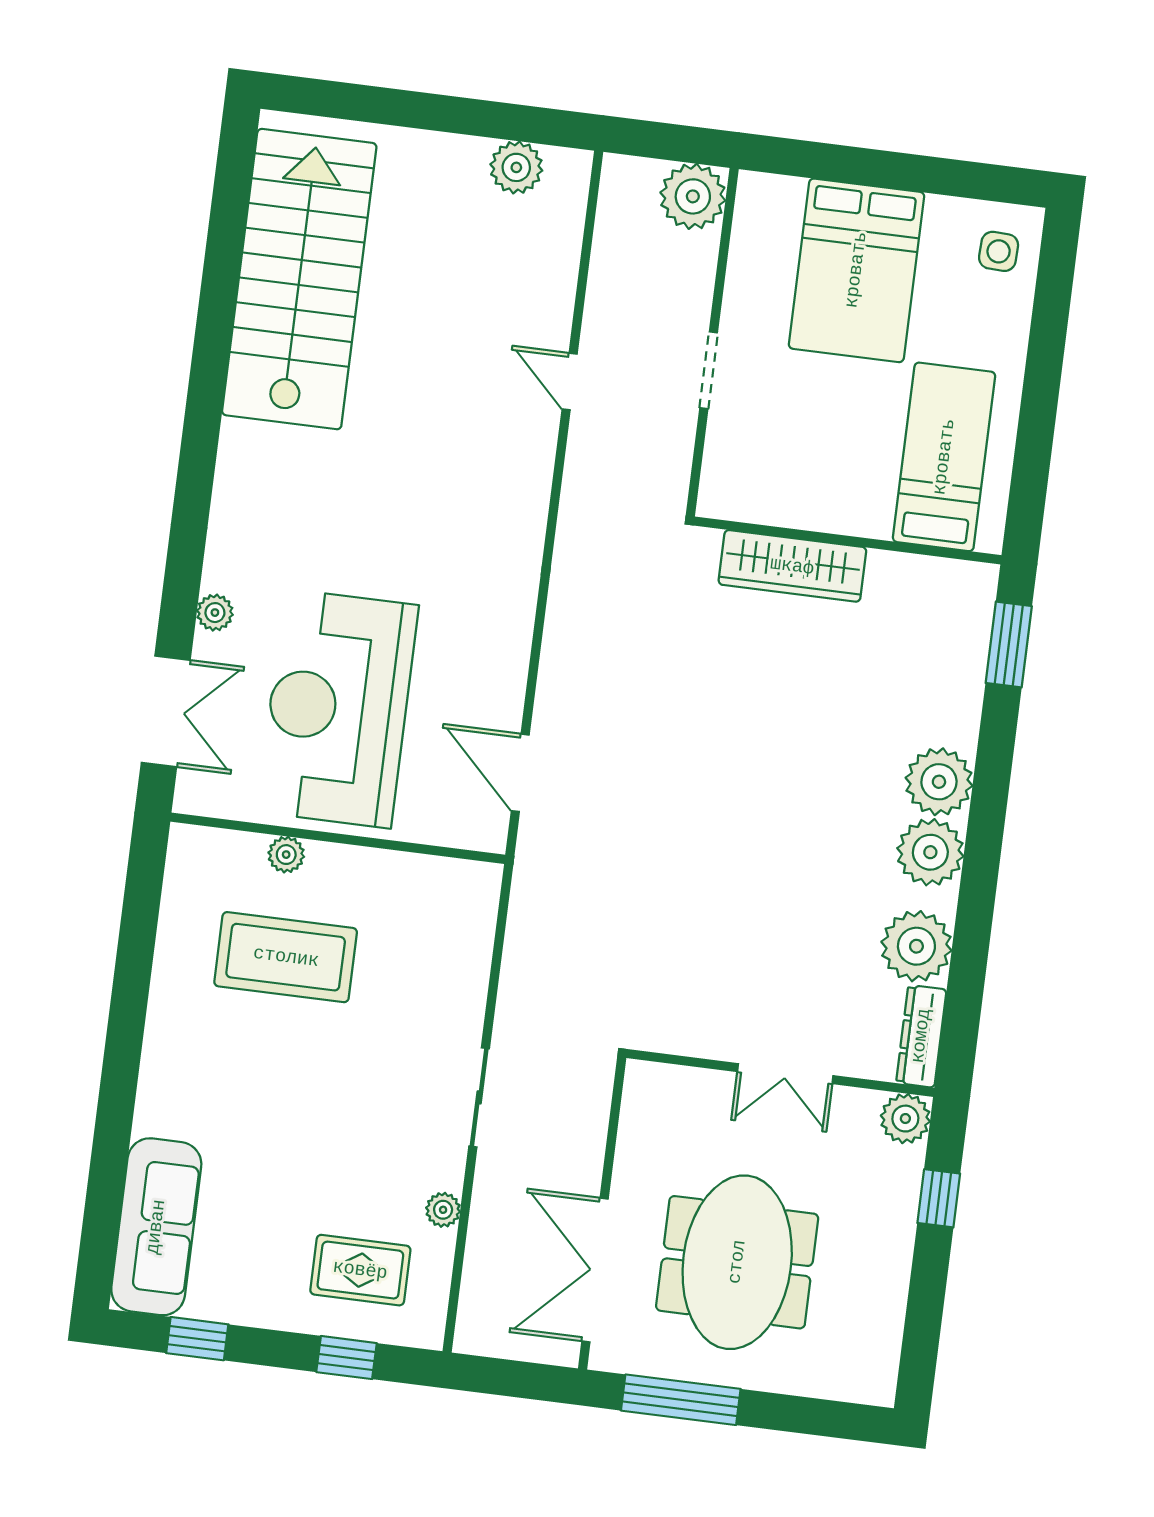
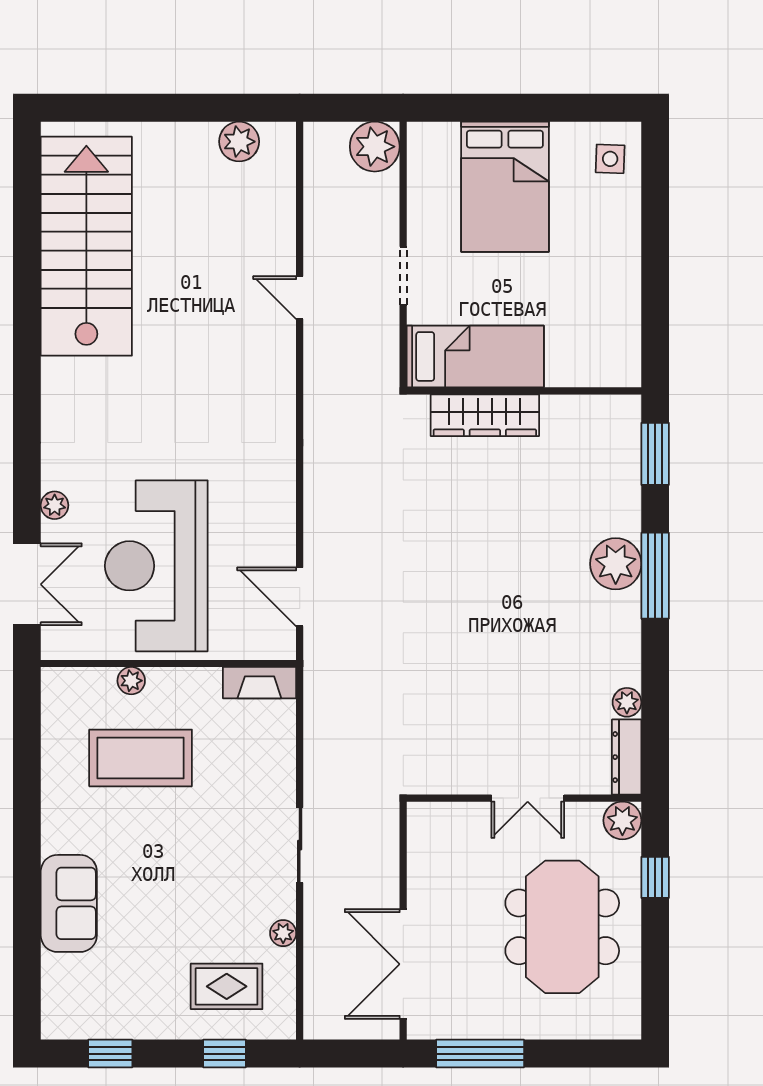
bed: (944, 457) -> (475, 356), moved, turned 90
window: (989, 804) -> (655, 576), added
plant: (930, 852) -> (616, 618), removed
fireplace: (454, 878) -> (259, 683), added
plant: (916, 946) -> (627, 702), width x0.53, depth x0.53
sofa: (156, 1227) -> (69, 903), moved, width x0.73
meeting table: (737, 1262) -> (562, 927), moved

